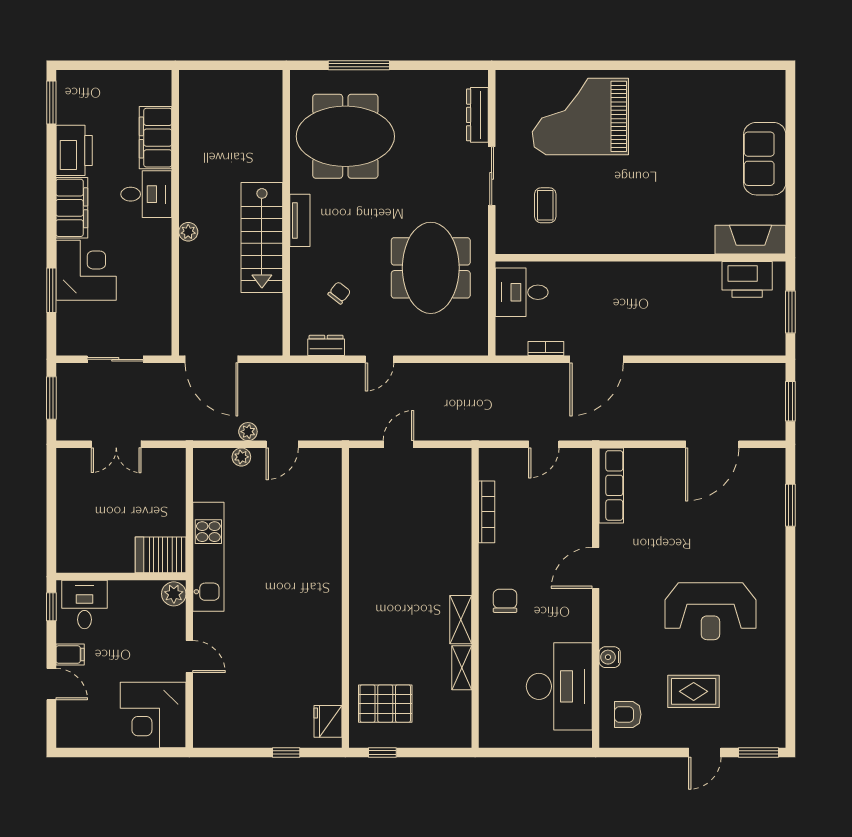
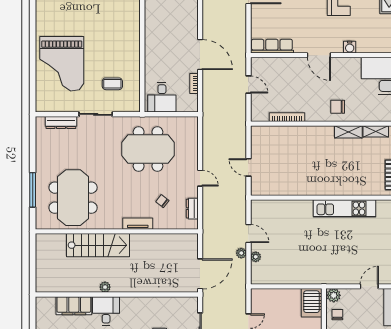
tv unit: (300, 220) -> (138, 224), moved
plant: (188, 232) -> (105, 287), moved
stairs: (262, 238) -> (98, 245), moved
kitchen unit: (208, 557) -> (345, 208), moved, turned 180
chair: (140, 600) -> (337, 315), added
water cooler: (610, 657) -> (350, 47), moved

